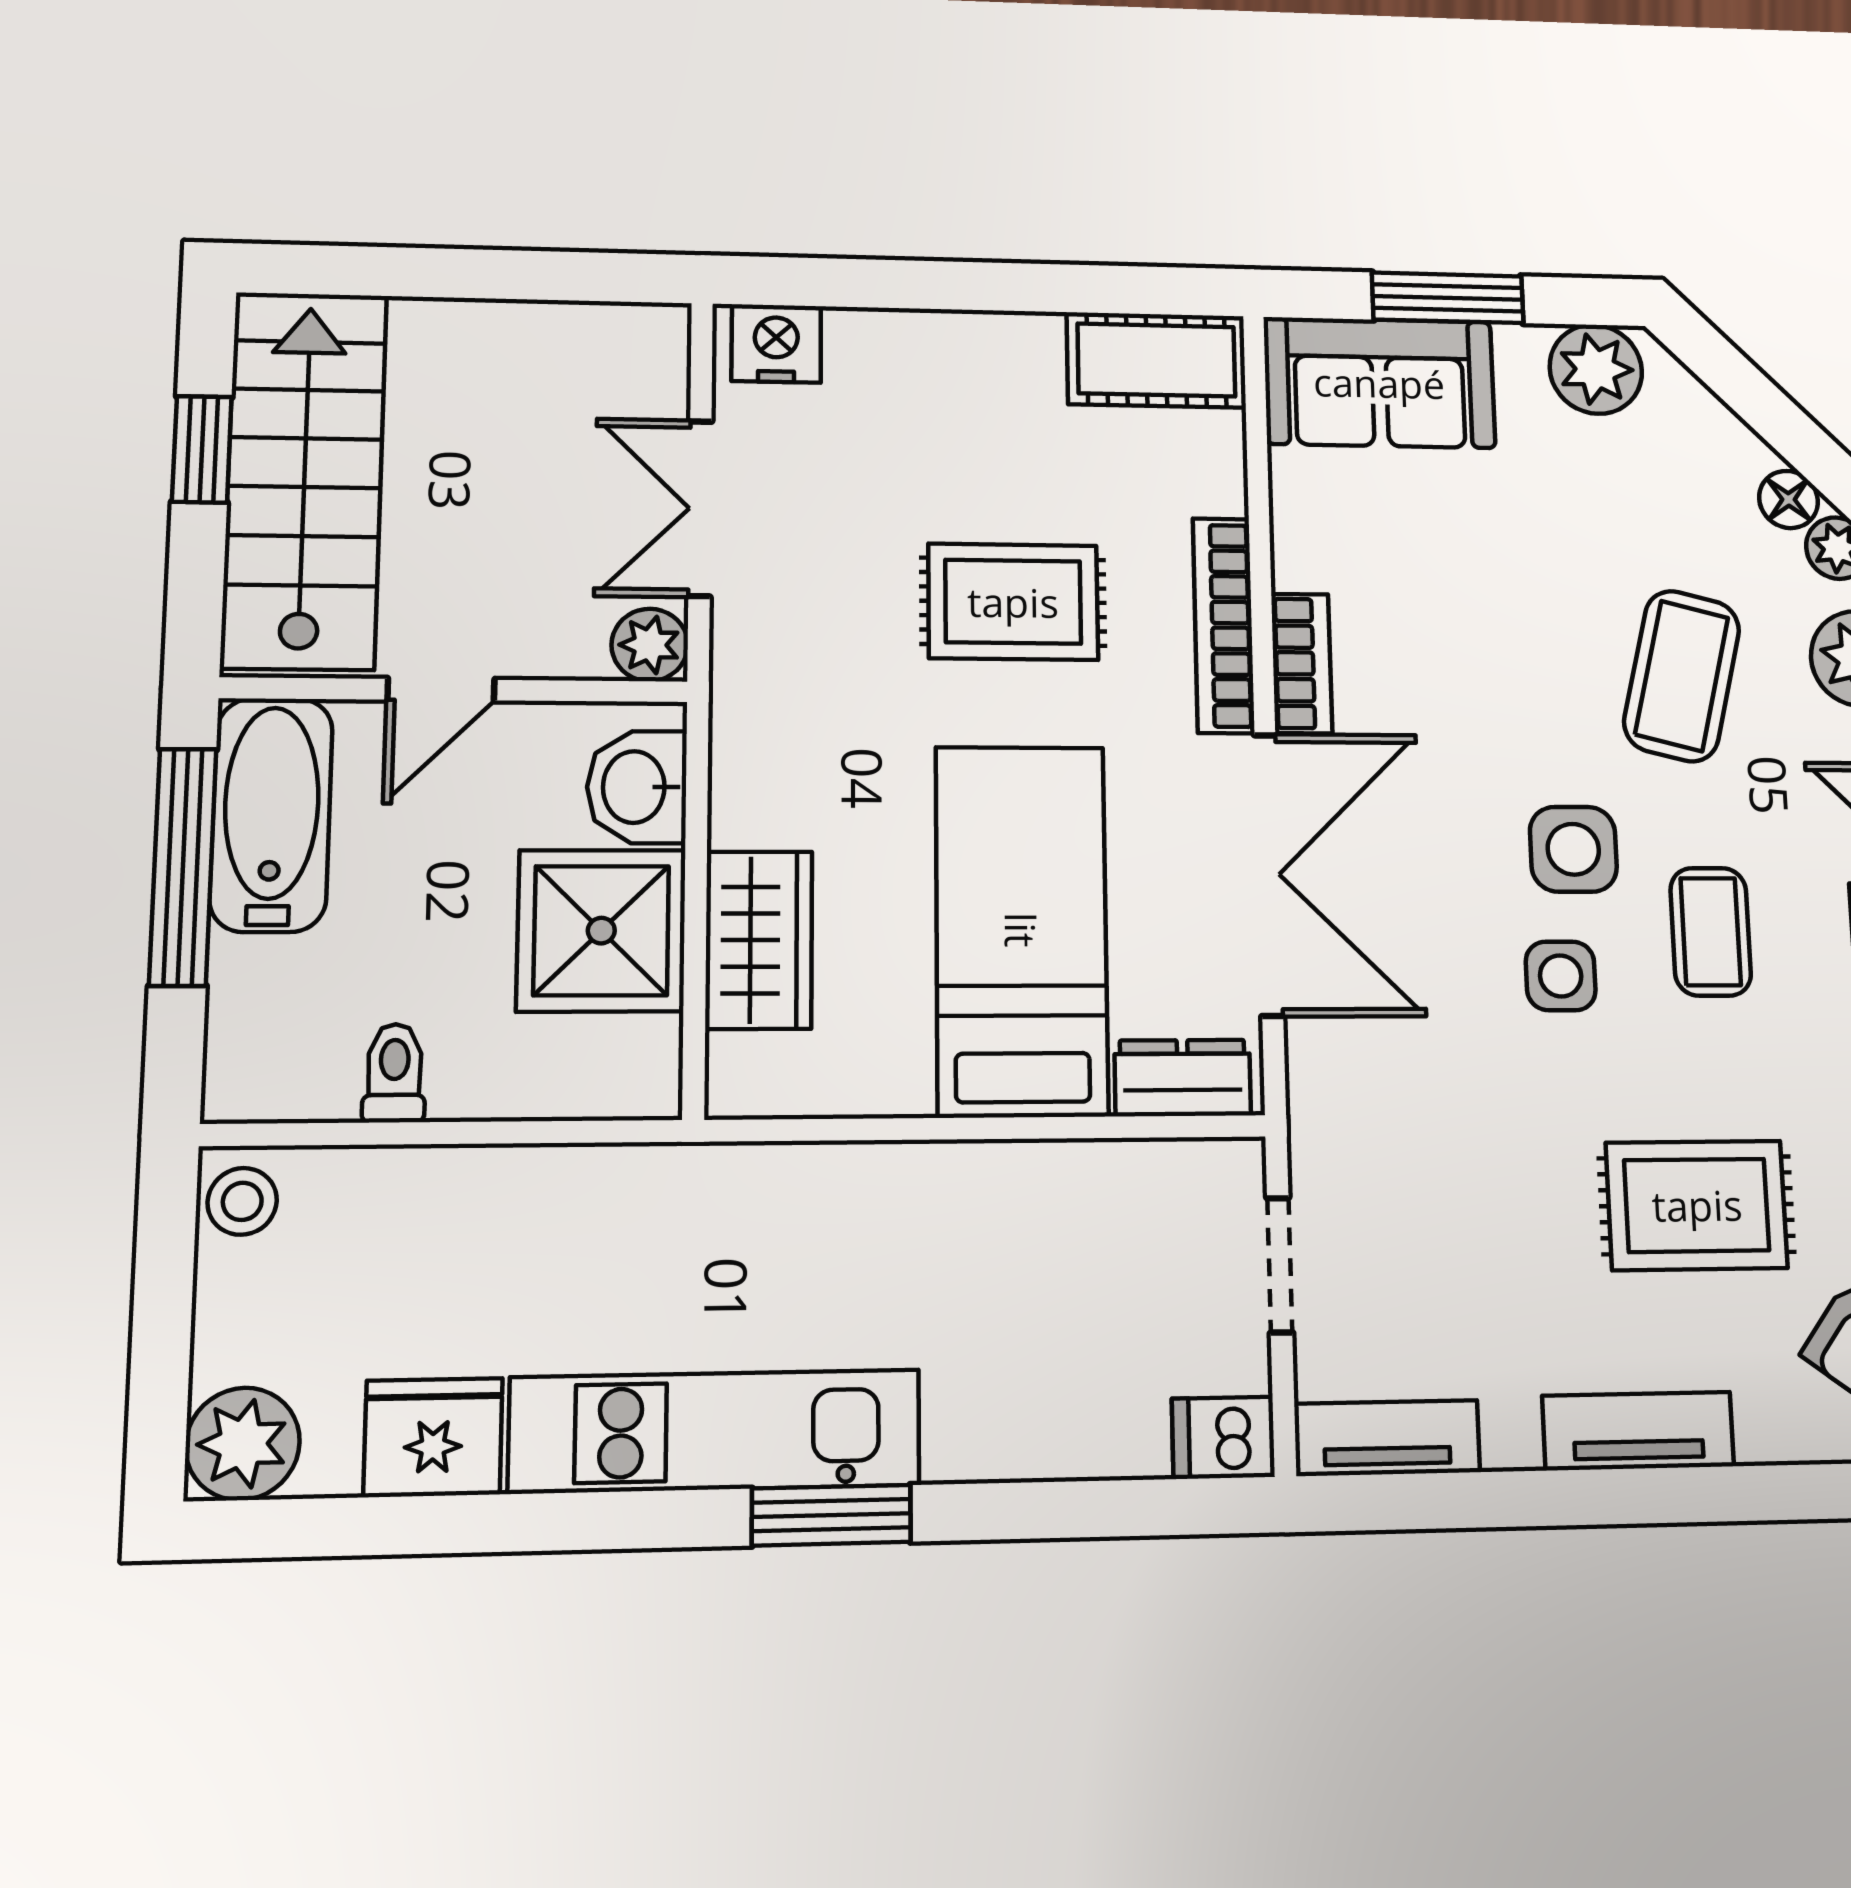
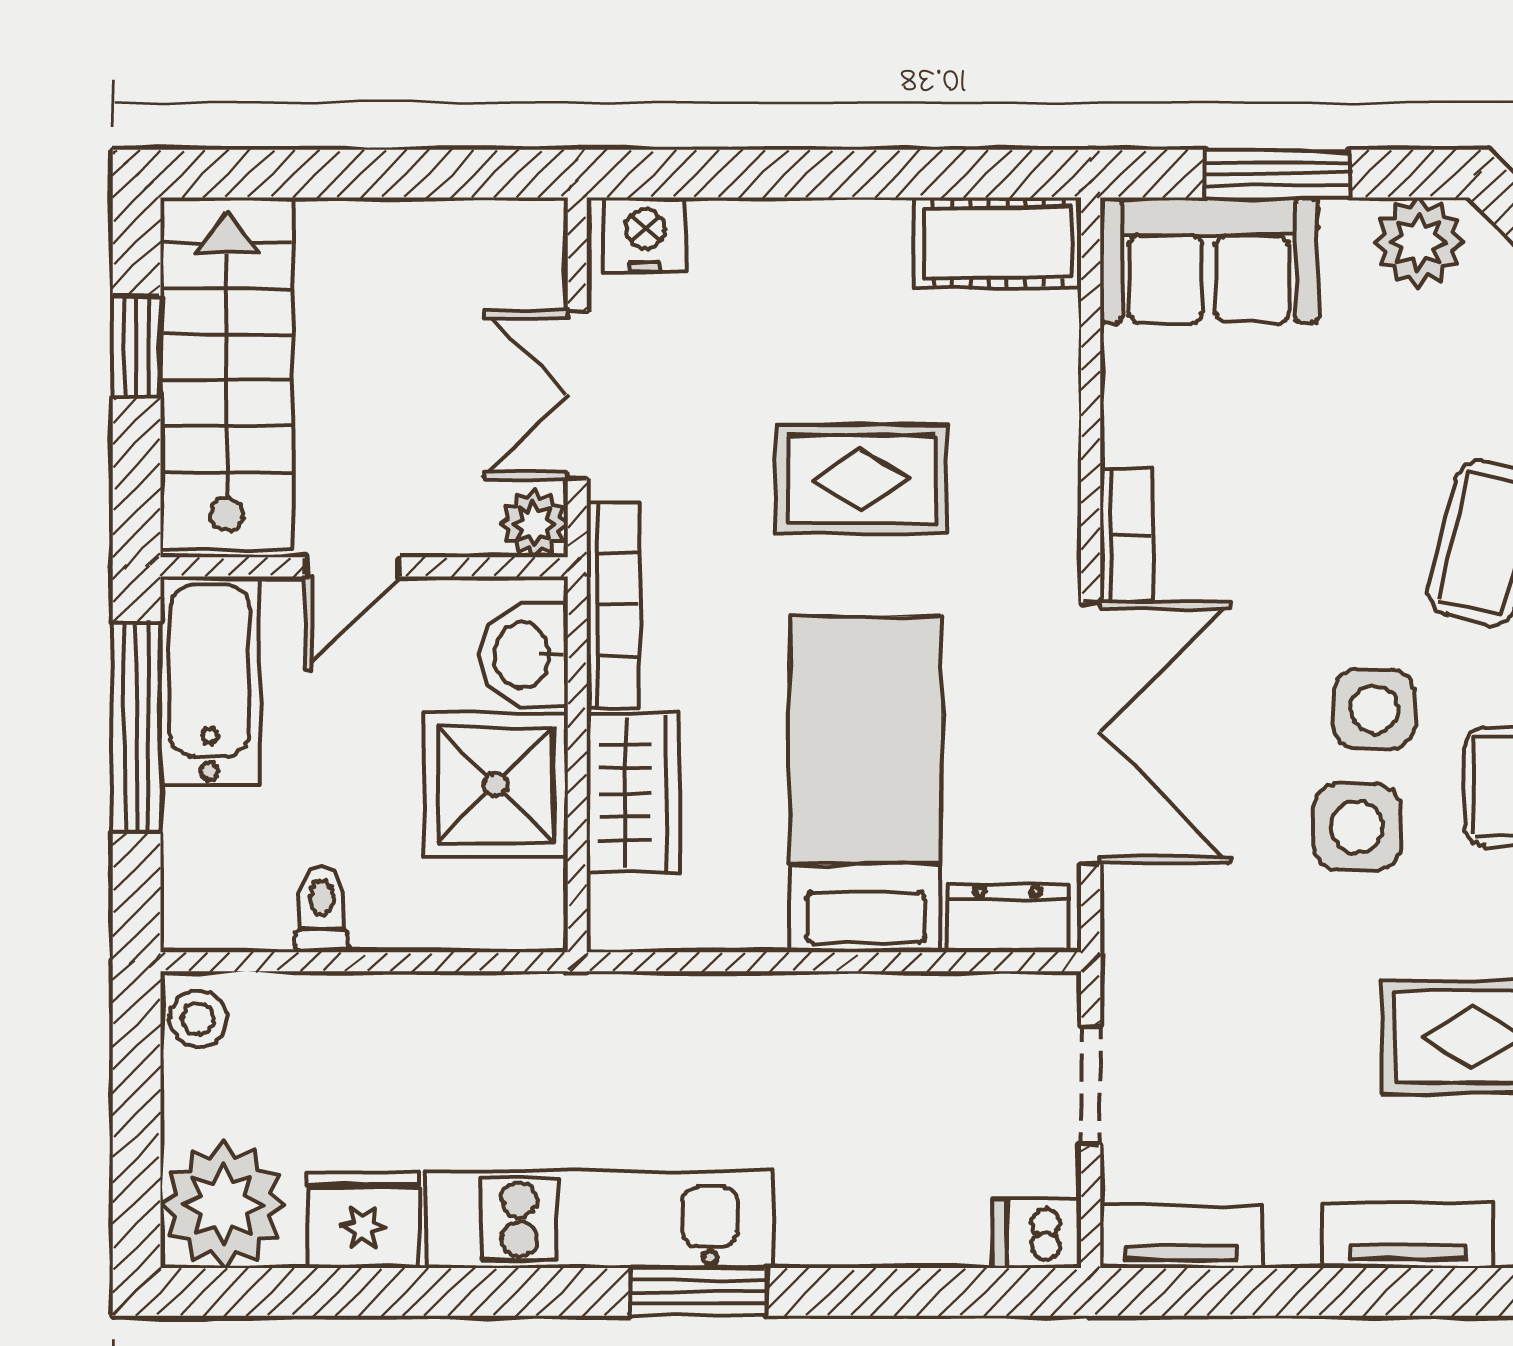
bookcase: (1224, 625) -> (613, 605), moved, turned 180
side table: (1561, 976) -> (1357, 827), width x1.37, depth x1.37
plant: (243, 1444) -> (224, 1205), width x1.36, depth x1.36

